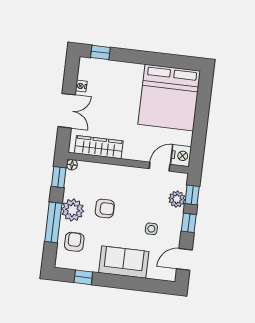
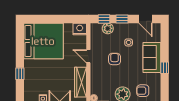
window: (100, 52) -> (20, 74), moved
door: (160, 167) -> (88, 56), moved
armchair: (105, 208) -> (115, 59), moved
window: (83, 277) -> (165, 68), moved

